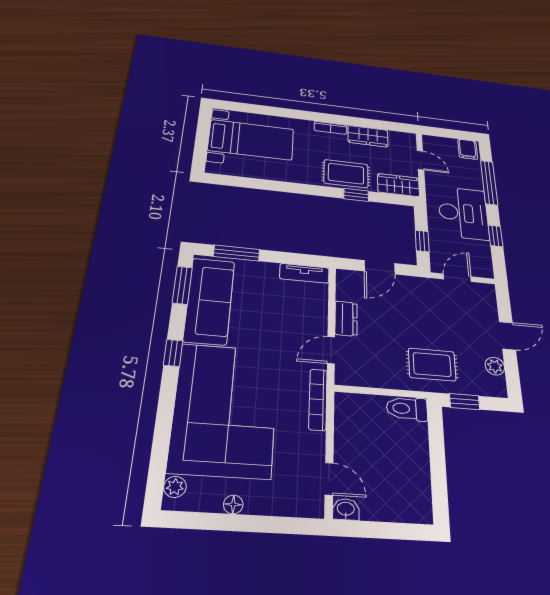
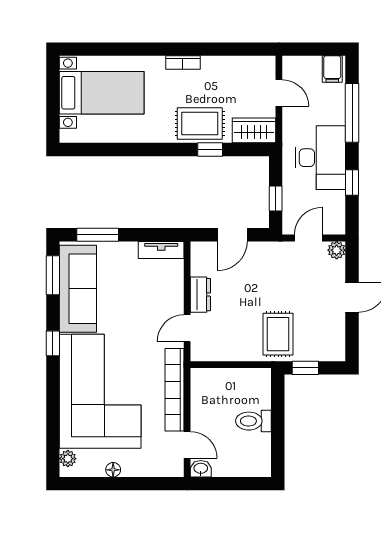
wardrobe: (368, 136) -> (223, 68), removed
rug: (432, 365) -> (278, 334), turned 90
plant: (495, 366) -> (337, 250), moved
bookcase: (318, 399) -> (174, 390), width x1.48, depth x1.31
toilet: (407, 409) -> (253, 421), moved

